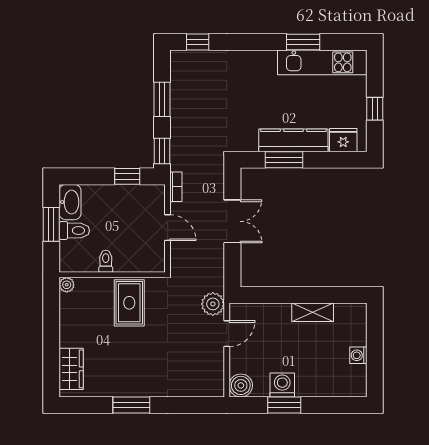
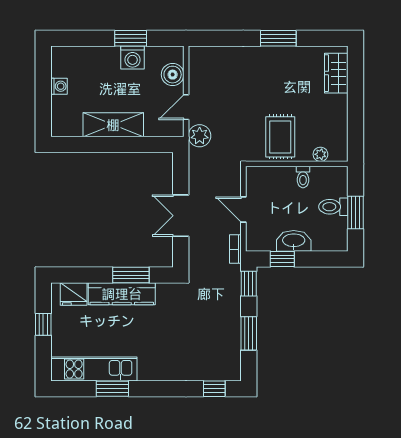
washbasin: (70, 202) -> (294, 241), moved, turned 90
plant: (67, 285) -> (320, 154), moved
shelving: (313, 312) -> (113, 125), width x1.50, depth x1.33
boiler: (241, 385) -> (173, 75), moved

